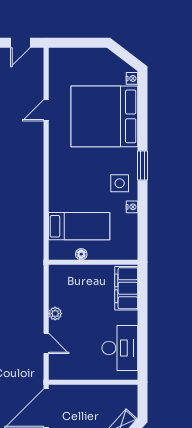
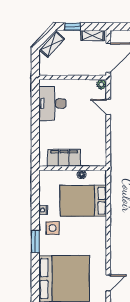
bed: (79, 226) -> (83, 201), width x1.50
filing cabinet: (126, 288) -> (64, 158), moved, turned -90
plant: (55, 314) -> (101, 84), moved

